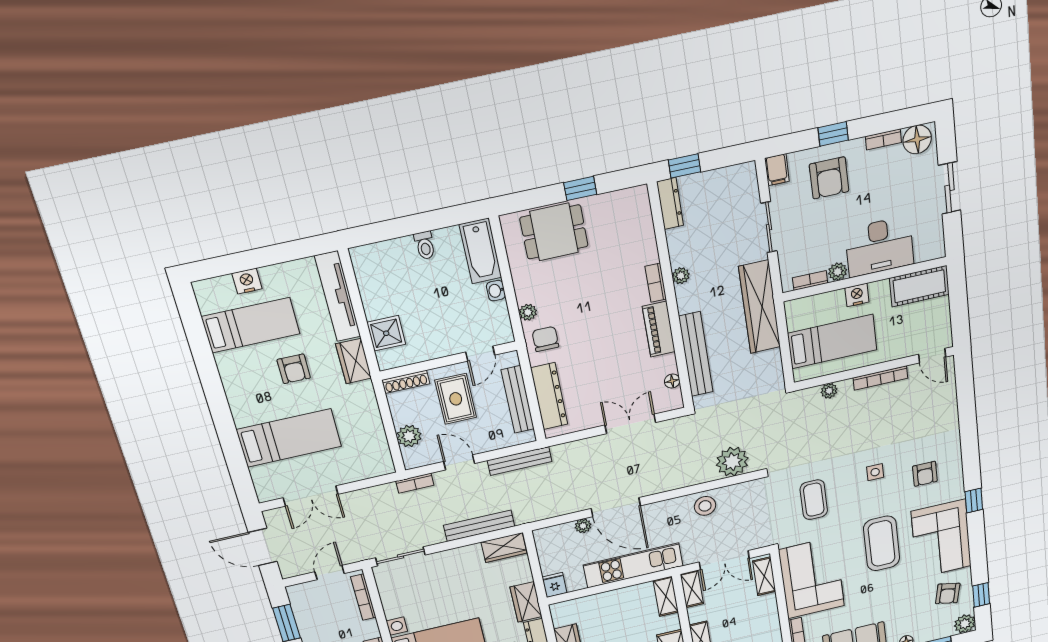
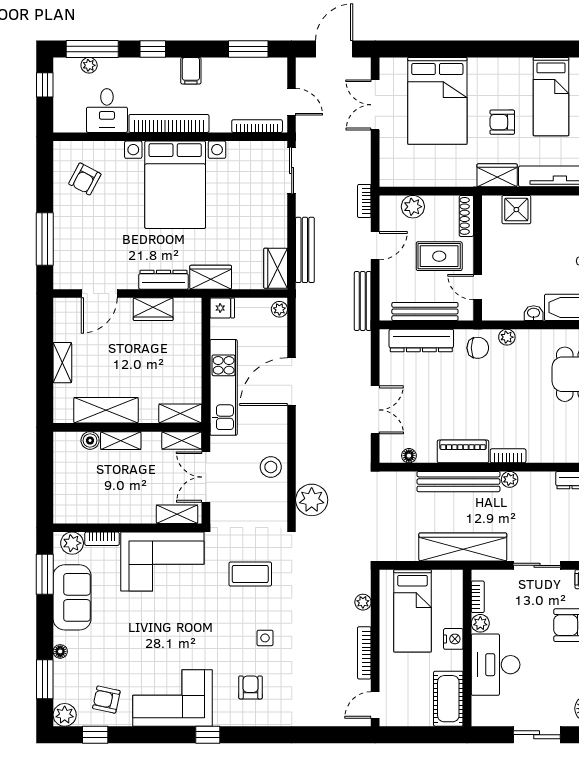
bench: (696, 354) -> (458, 482), moved
bed: (289, 438) -> (437, 101), width x1.50
armchair: (925, 474) -> (251, 687), turned 90
plant: (583, 526) -> (279, 309), moved
coffee table: (882, 543) -> (183, 637), removed

